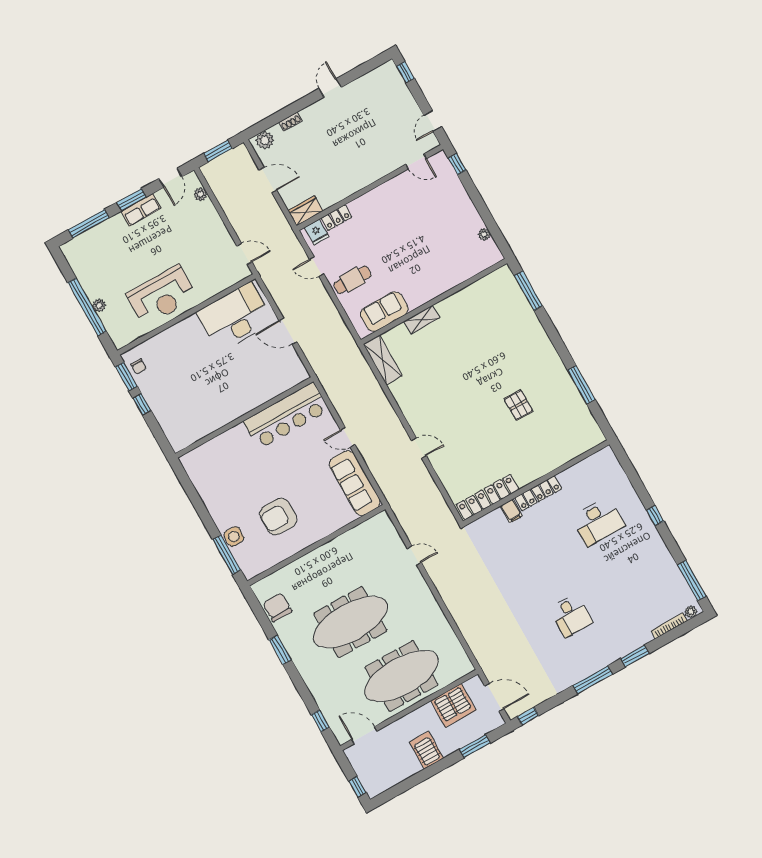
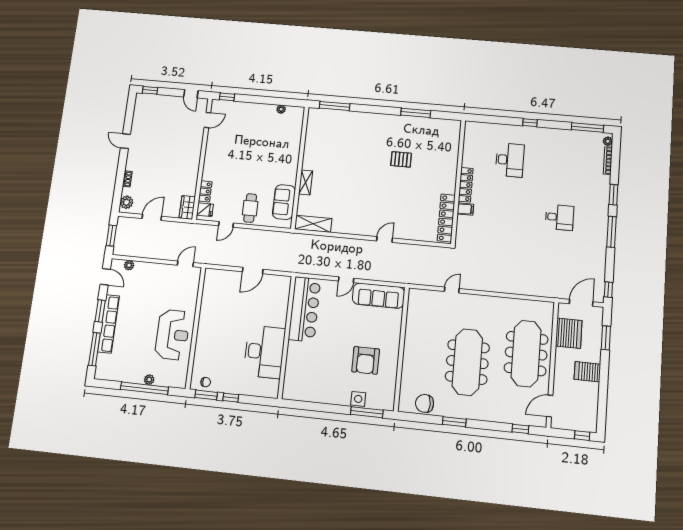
row of seats: (141, 210) -> (109, 324), width x2.02
desk: (235, 317) -> (264, 352), moved, turned 180

